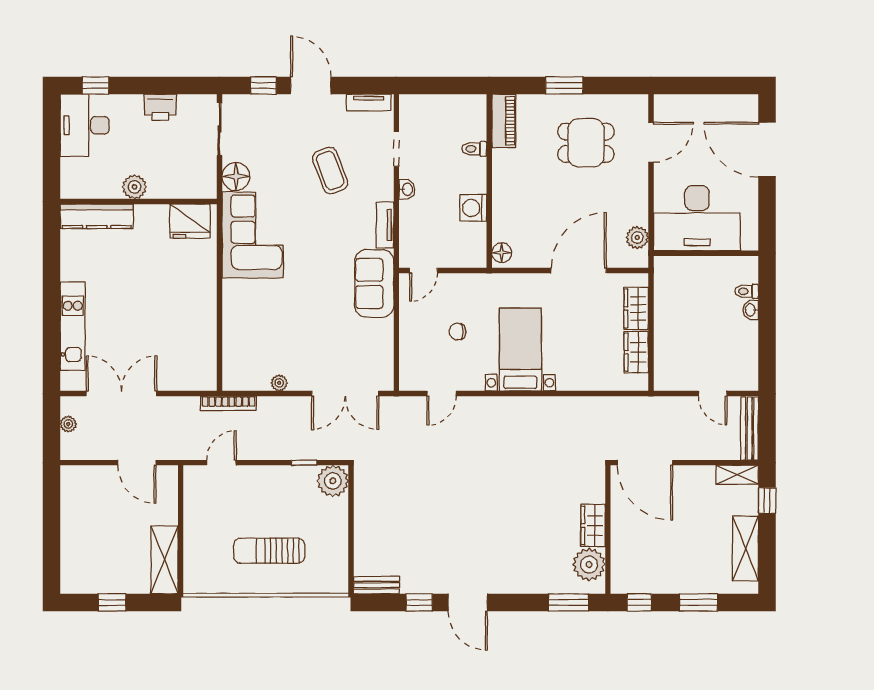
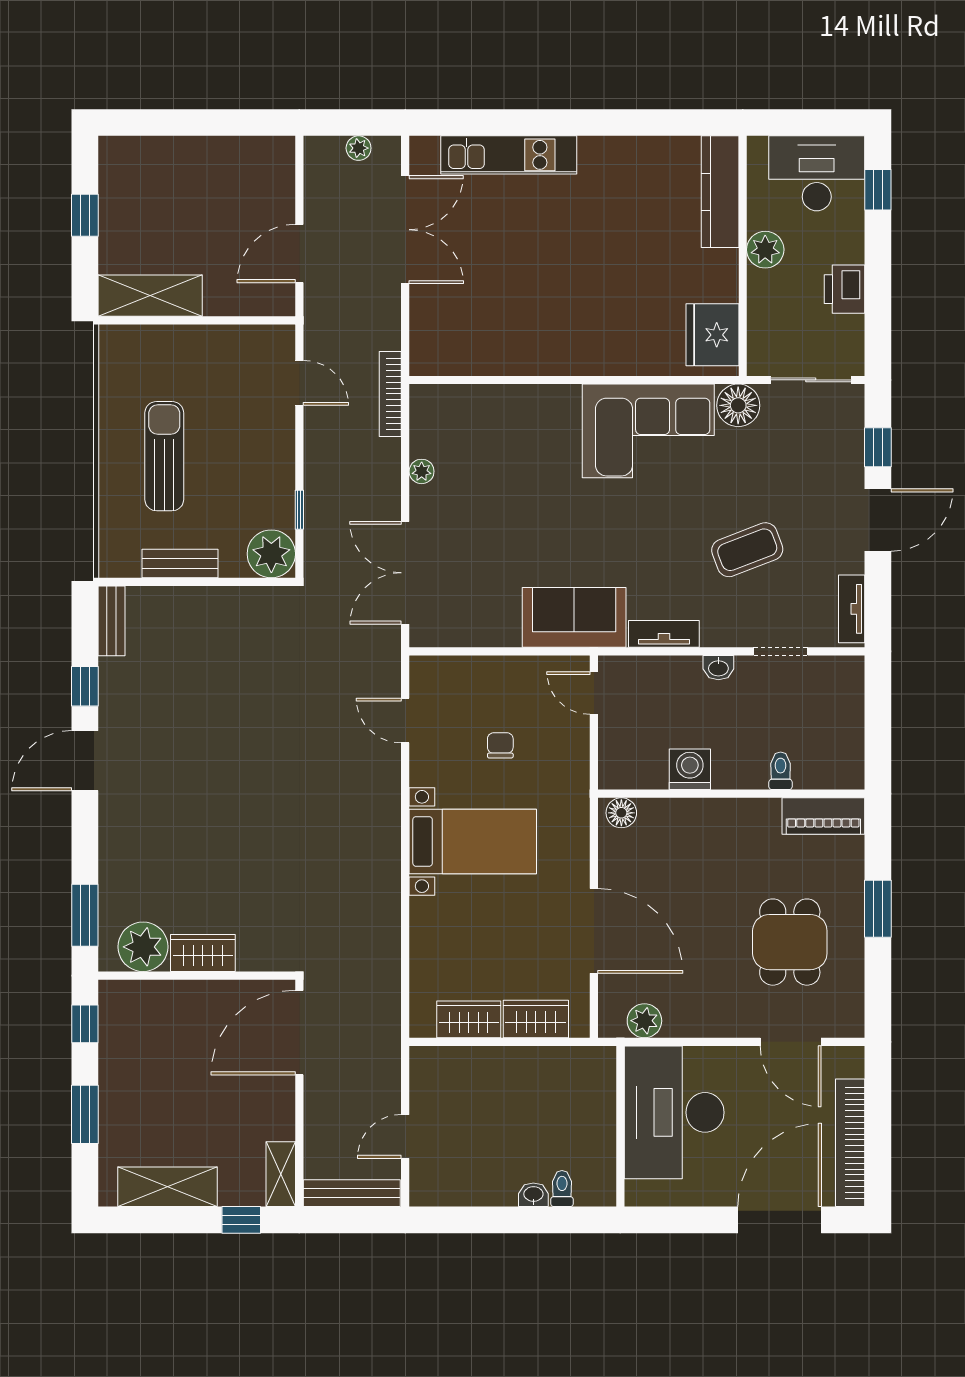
bookcase: (717, 104) -> (850, 1143), added
plant: (134, 187) -> (765, 250), moved
wall: (139, 202) -> (743, 256), moved
kitchen counter: (97, 216) -> (720, 192), moved
fridge: (190, 221) -> (712, 335), moved
bench: (339, 540) -> (180, 563), added

